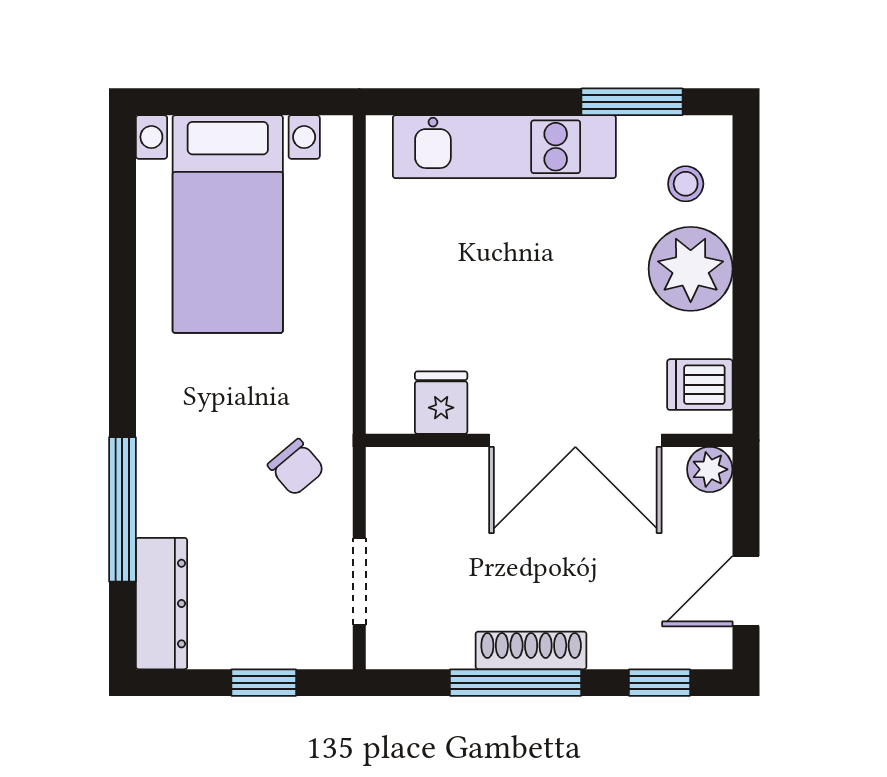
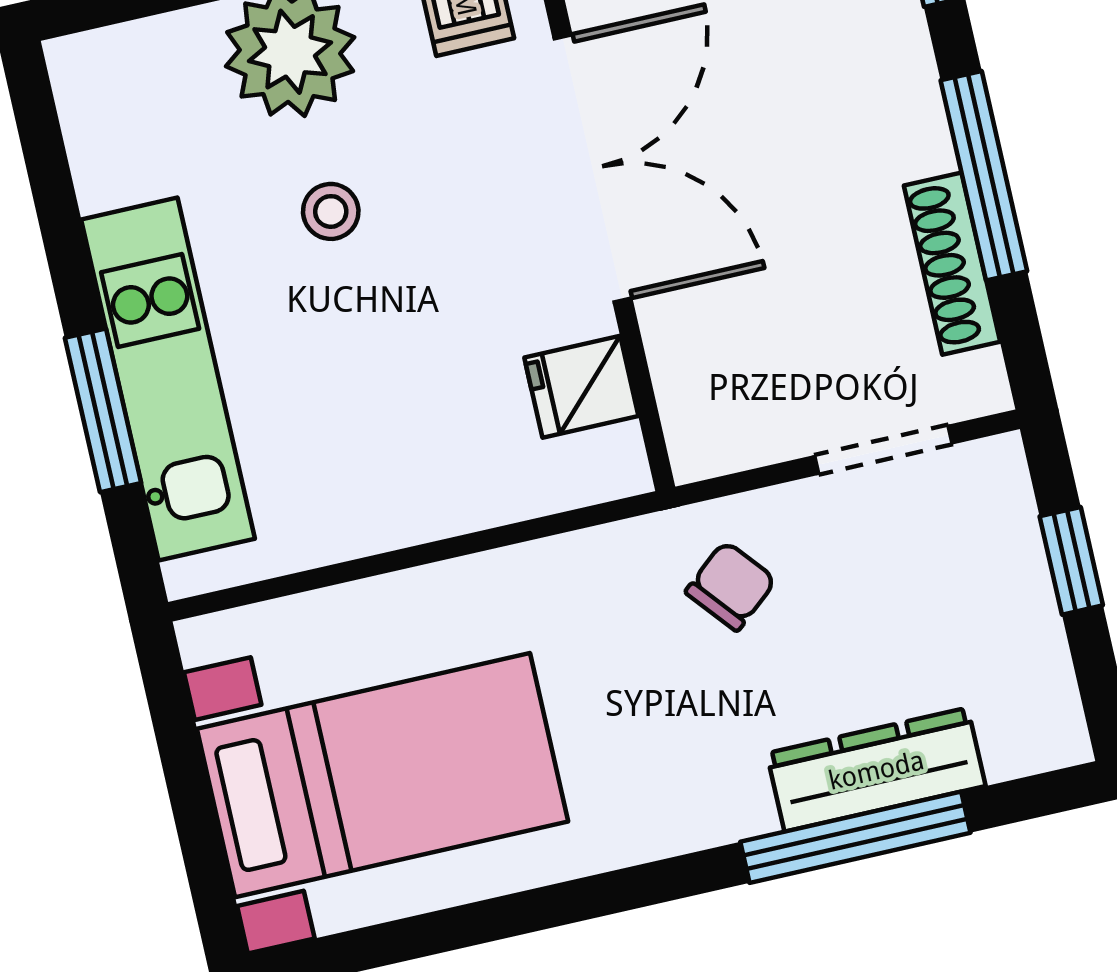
window: (632, 102) -> (103, 410), moved
stool: (686, 184) -> (331, 211), moved
dresser: (161, 604) -> (876, 770), moved
shoe rack: (531, 650) -> (952, 264), moved

